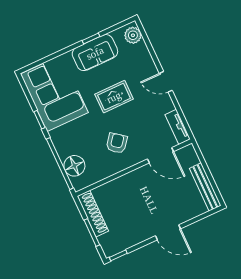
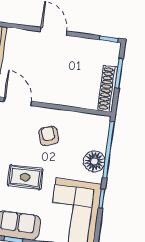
armchair: (117, 143) -> (49, 136), turned 123
floor lamp: (74, 166) -> (94, 161), moved

